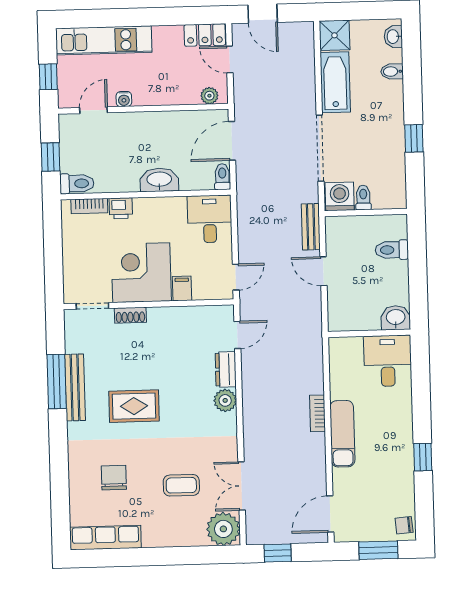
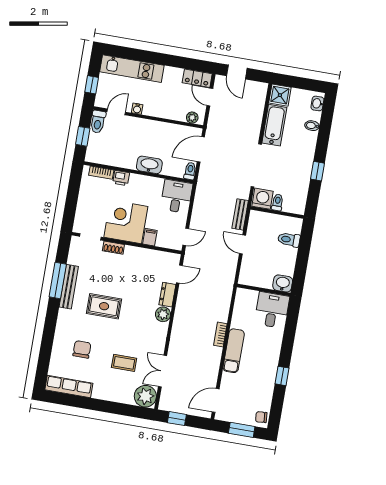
toilet: (77, 184) -> (98, 122), moved, turned 90

